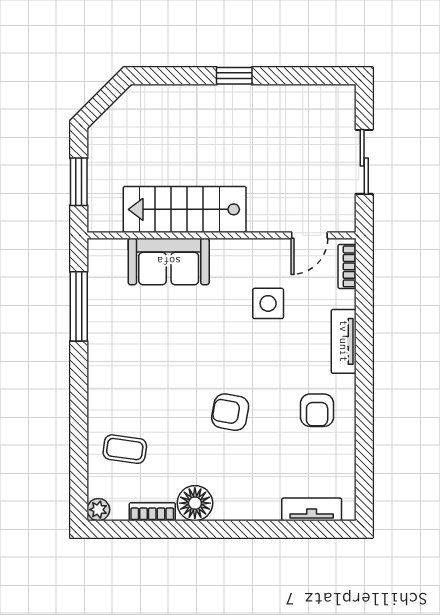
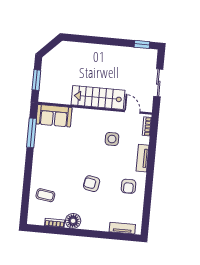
window: (234, 76) -> (142, 44), moved
stairs: (185, 209) -> (98, 97), moved
door: (309, 235) -> (132, 112), swing flipped
sofa: (169, 261) -> (54, 116), moved
plant: (98, 510) -> (32, 220), removed

